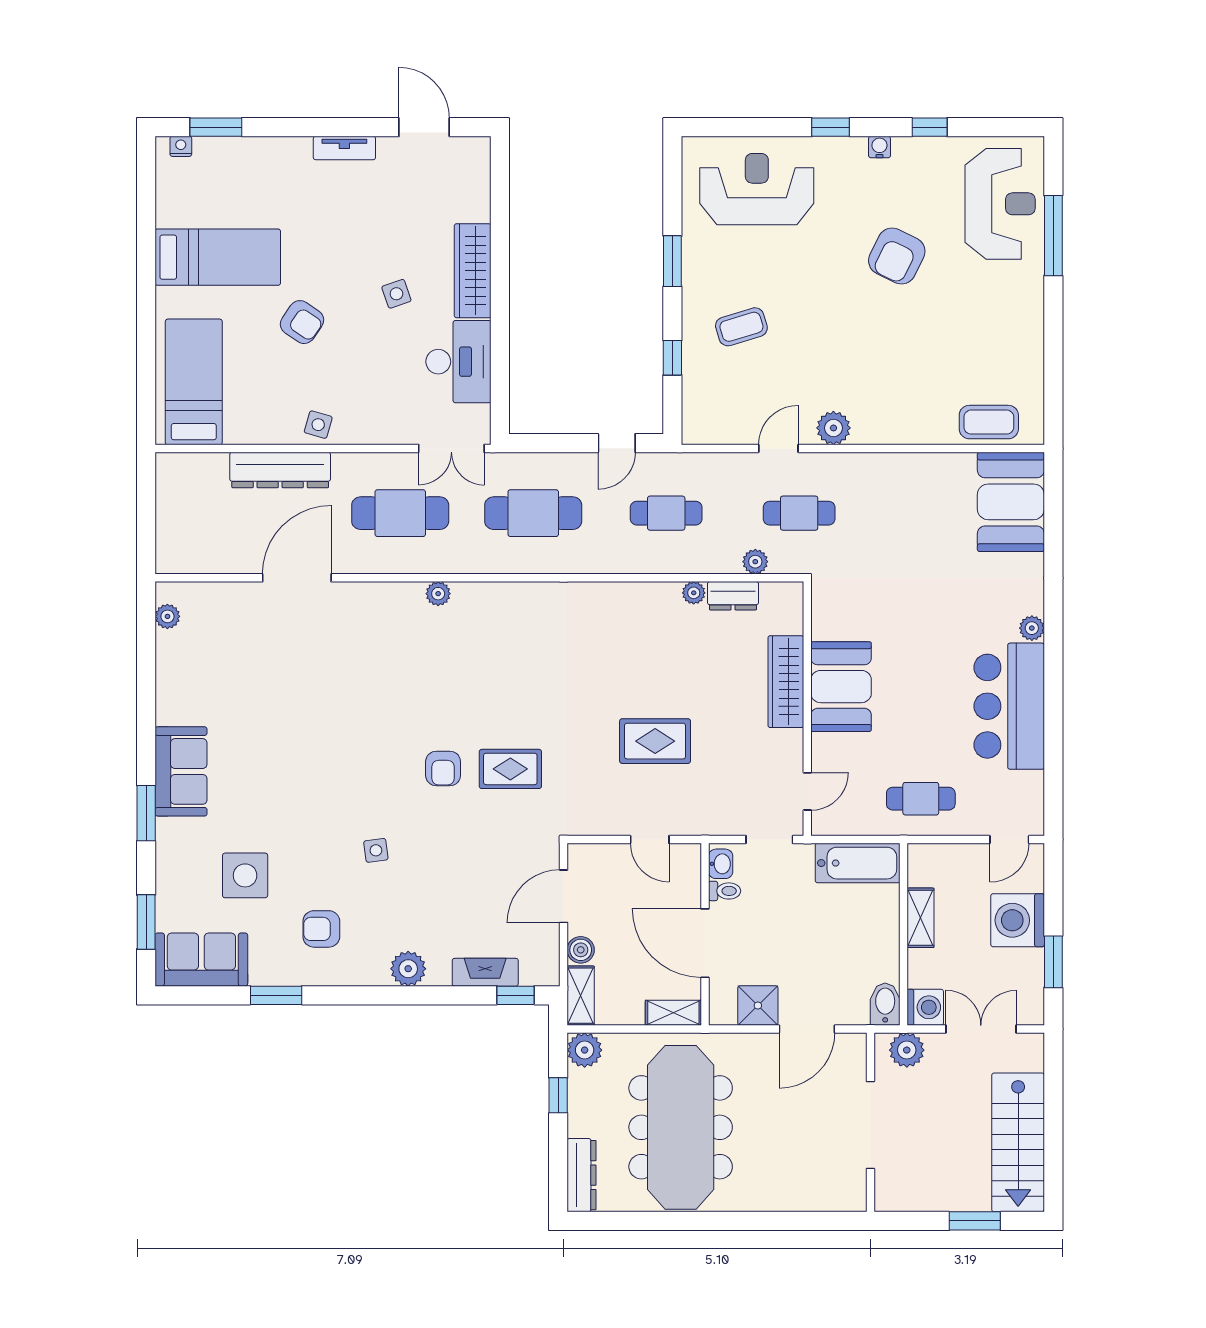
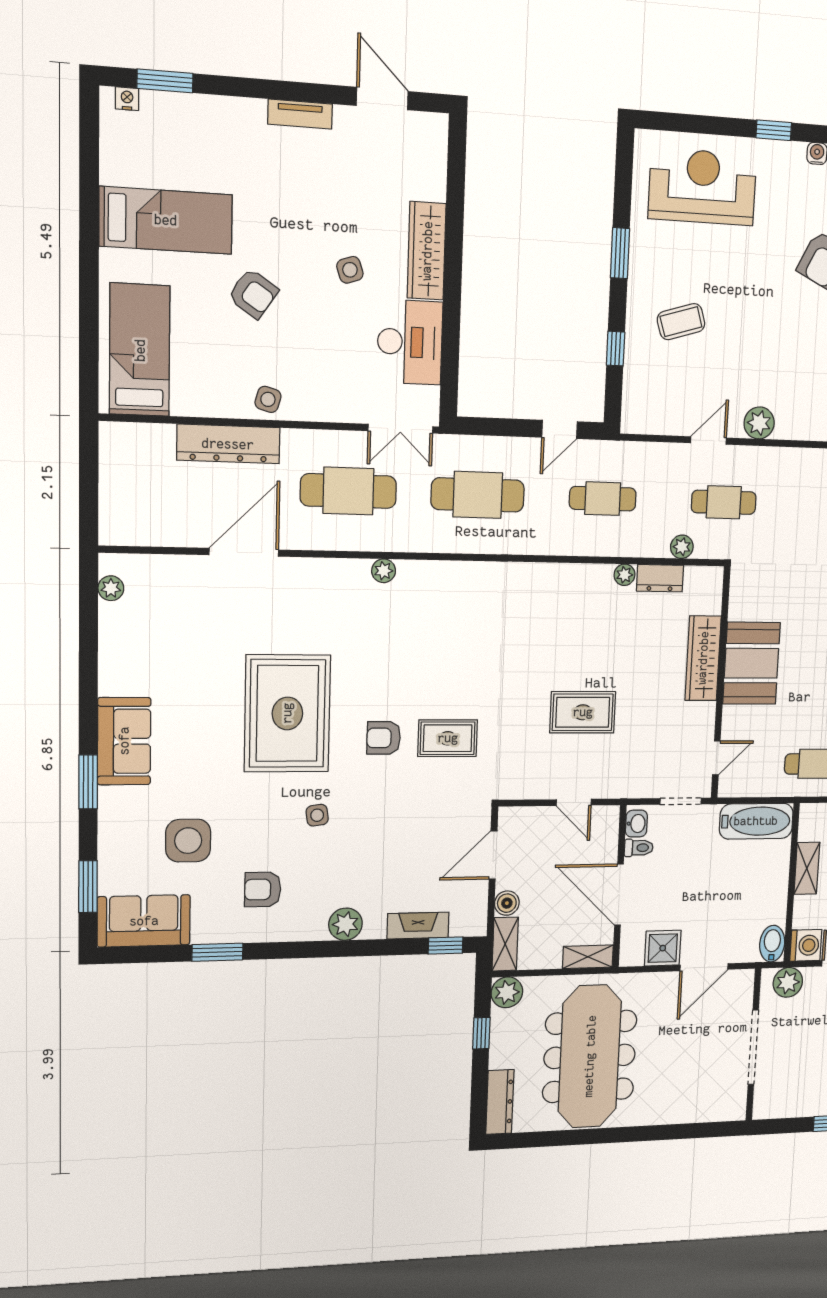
rug: (343, 743) -> (287, 713), added
armchair: (443, 768) -> (384, 738), turned 90

